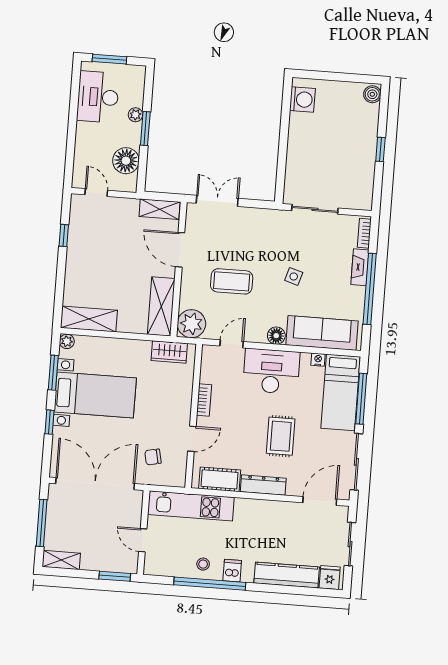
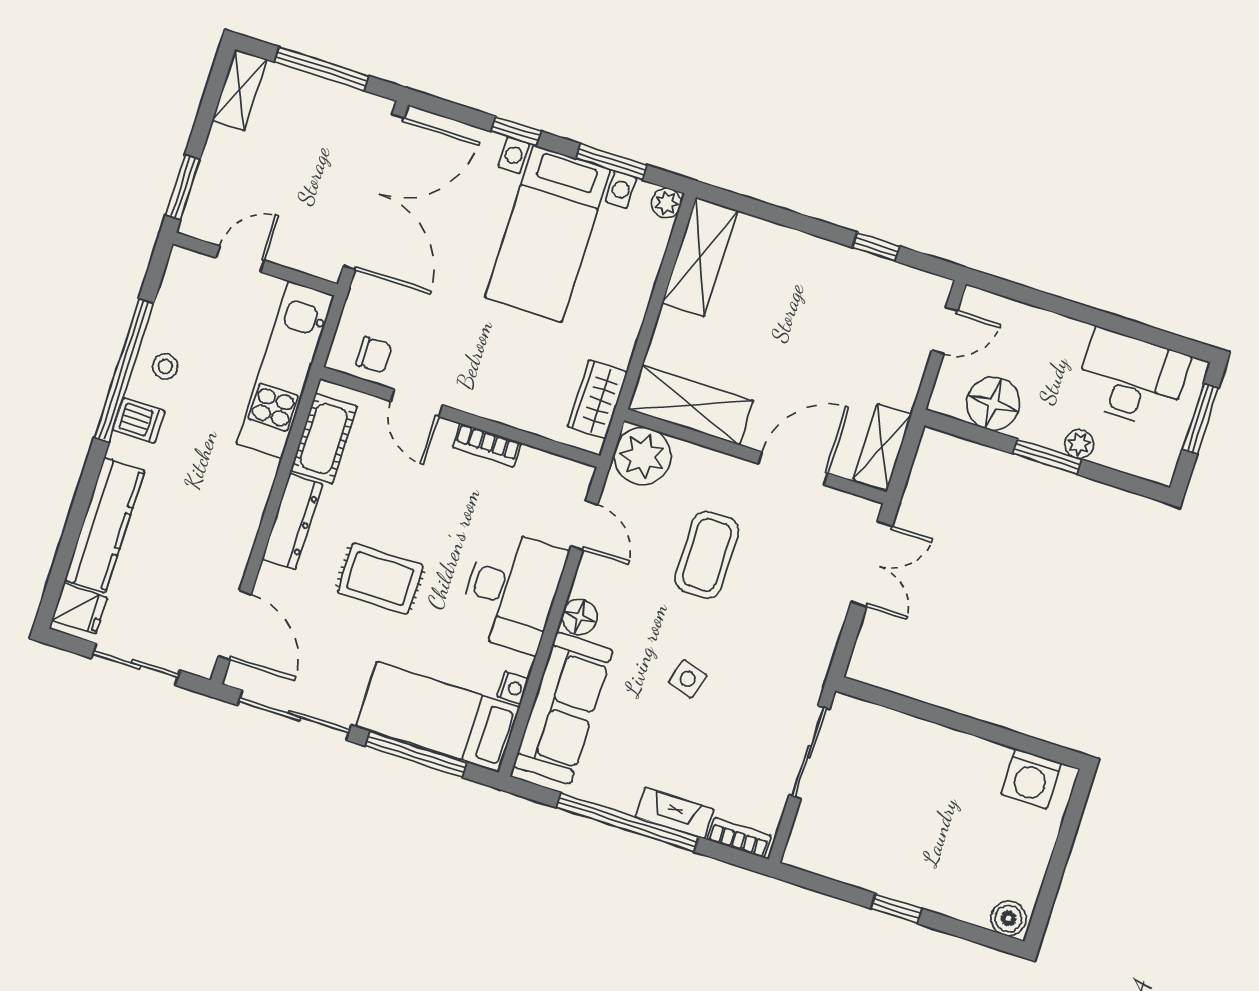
chair: (153, 457) -> (374, 355), moved, turned 102

